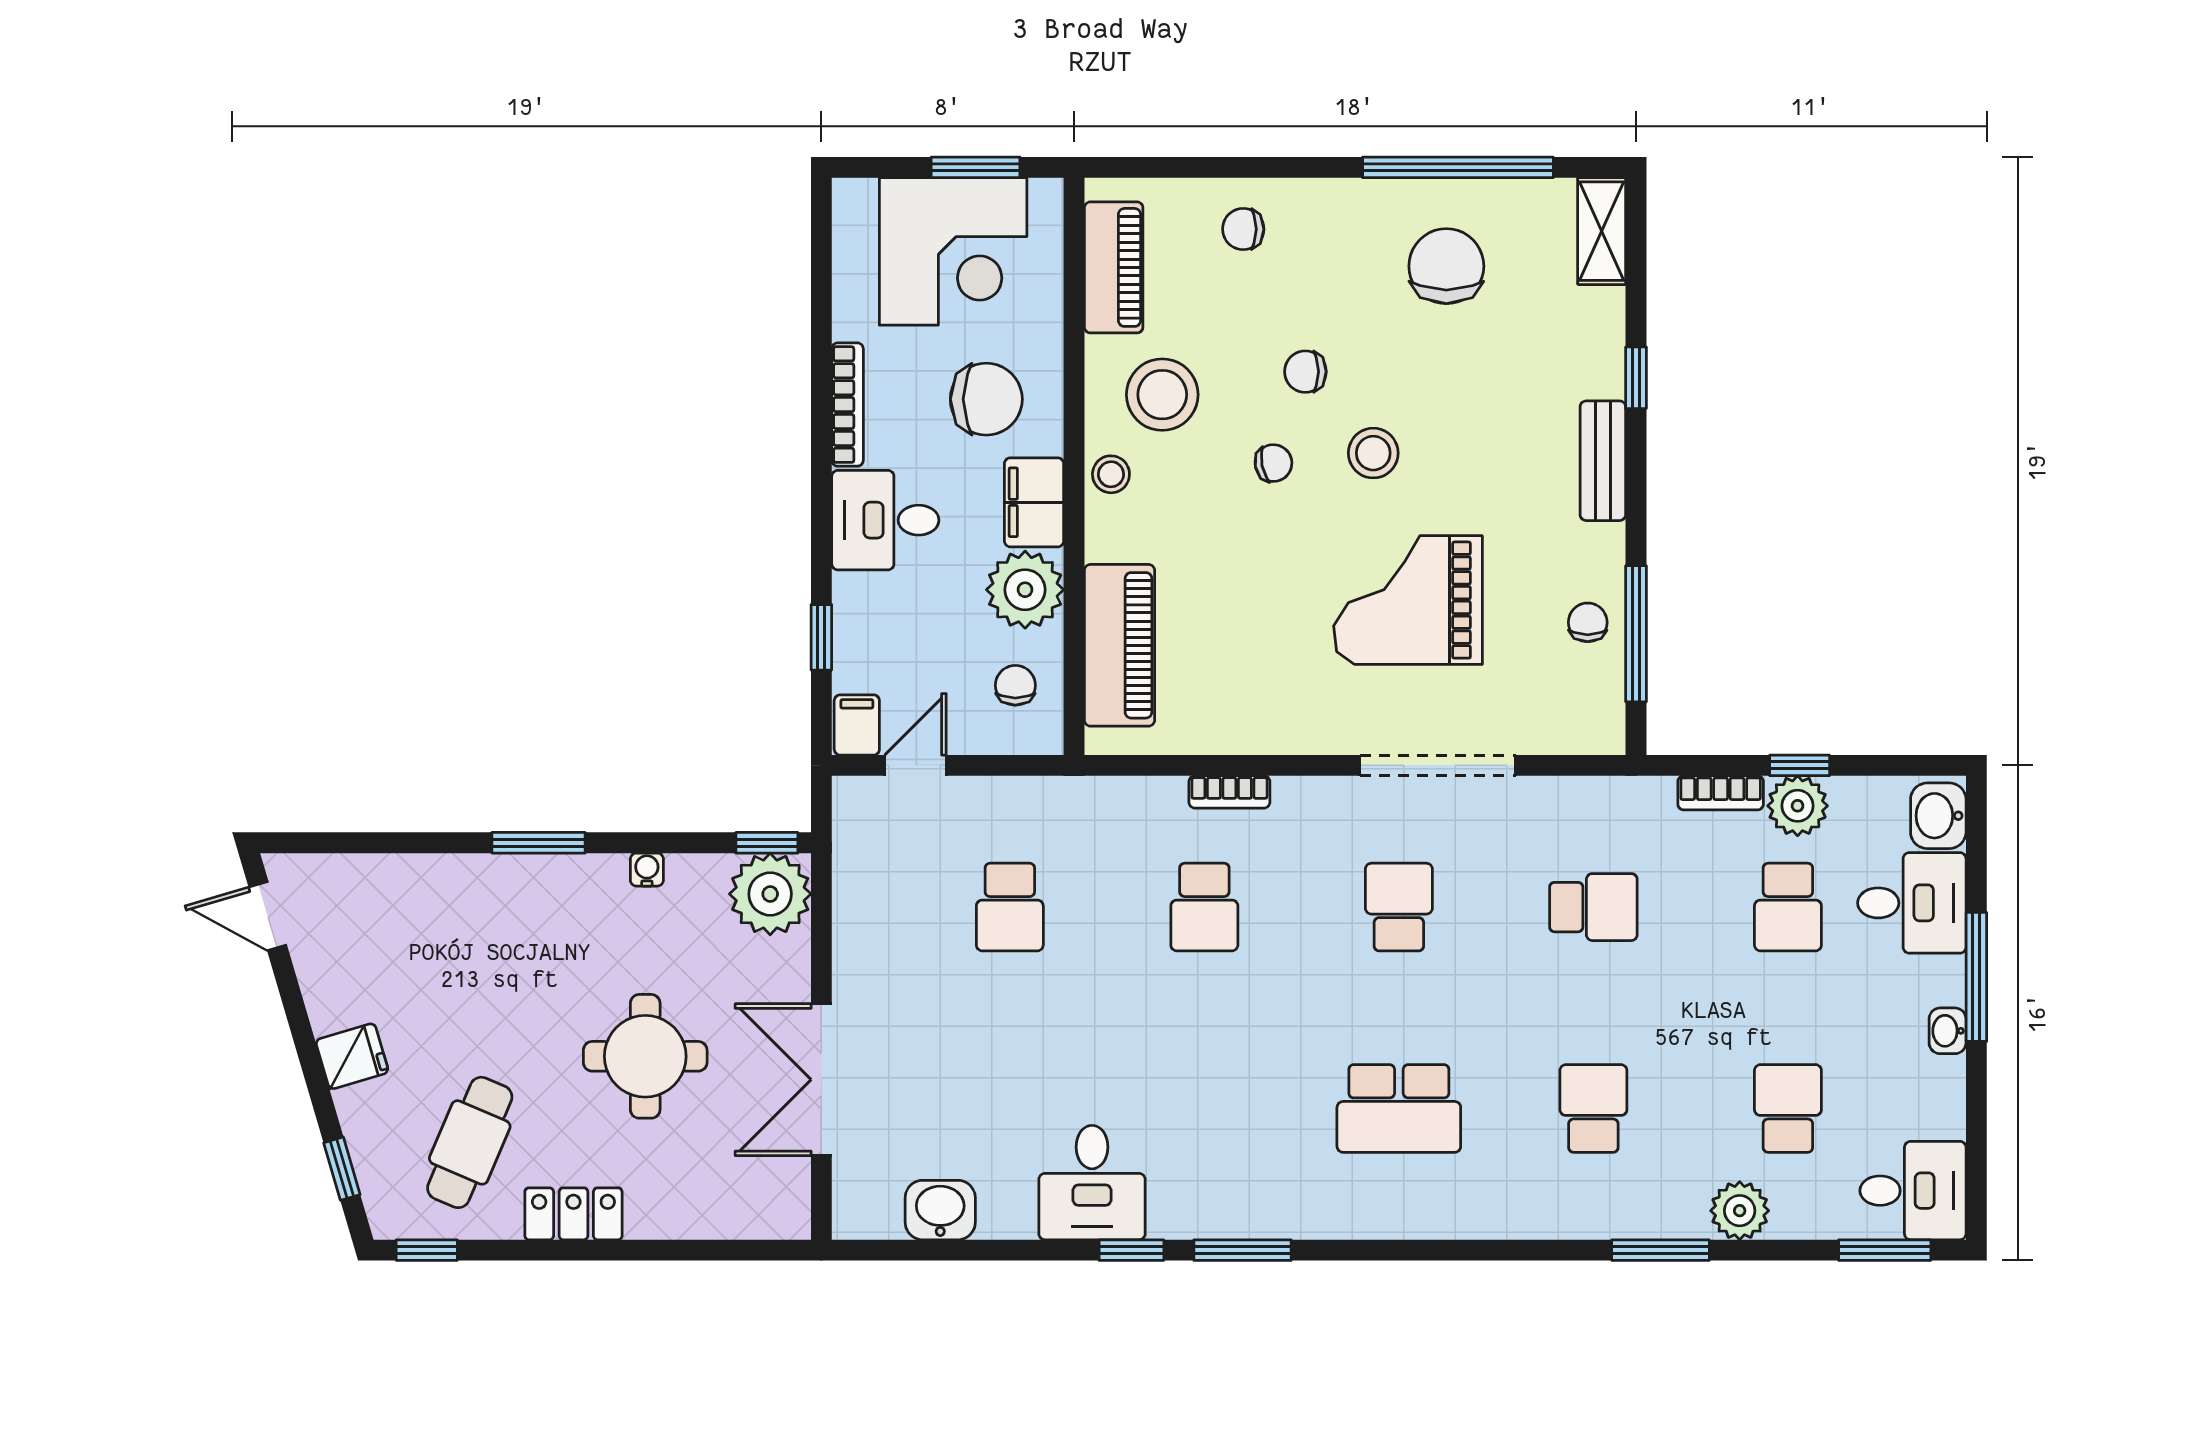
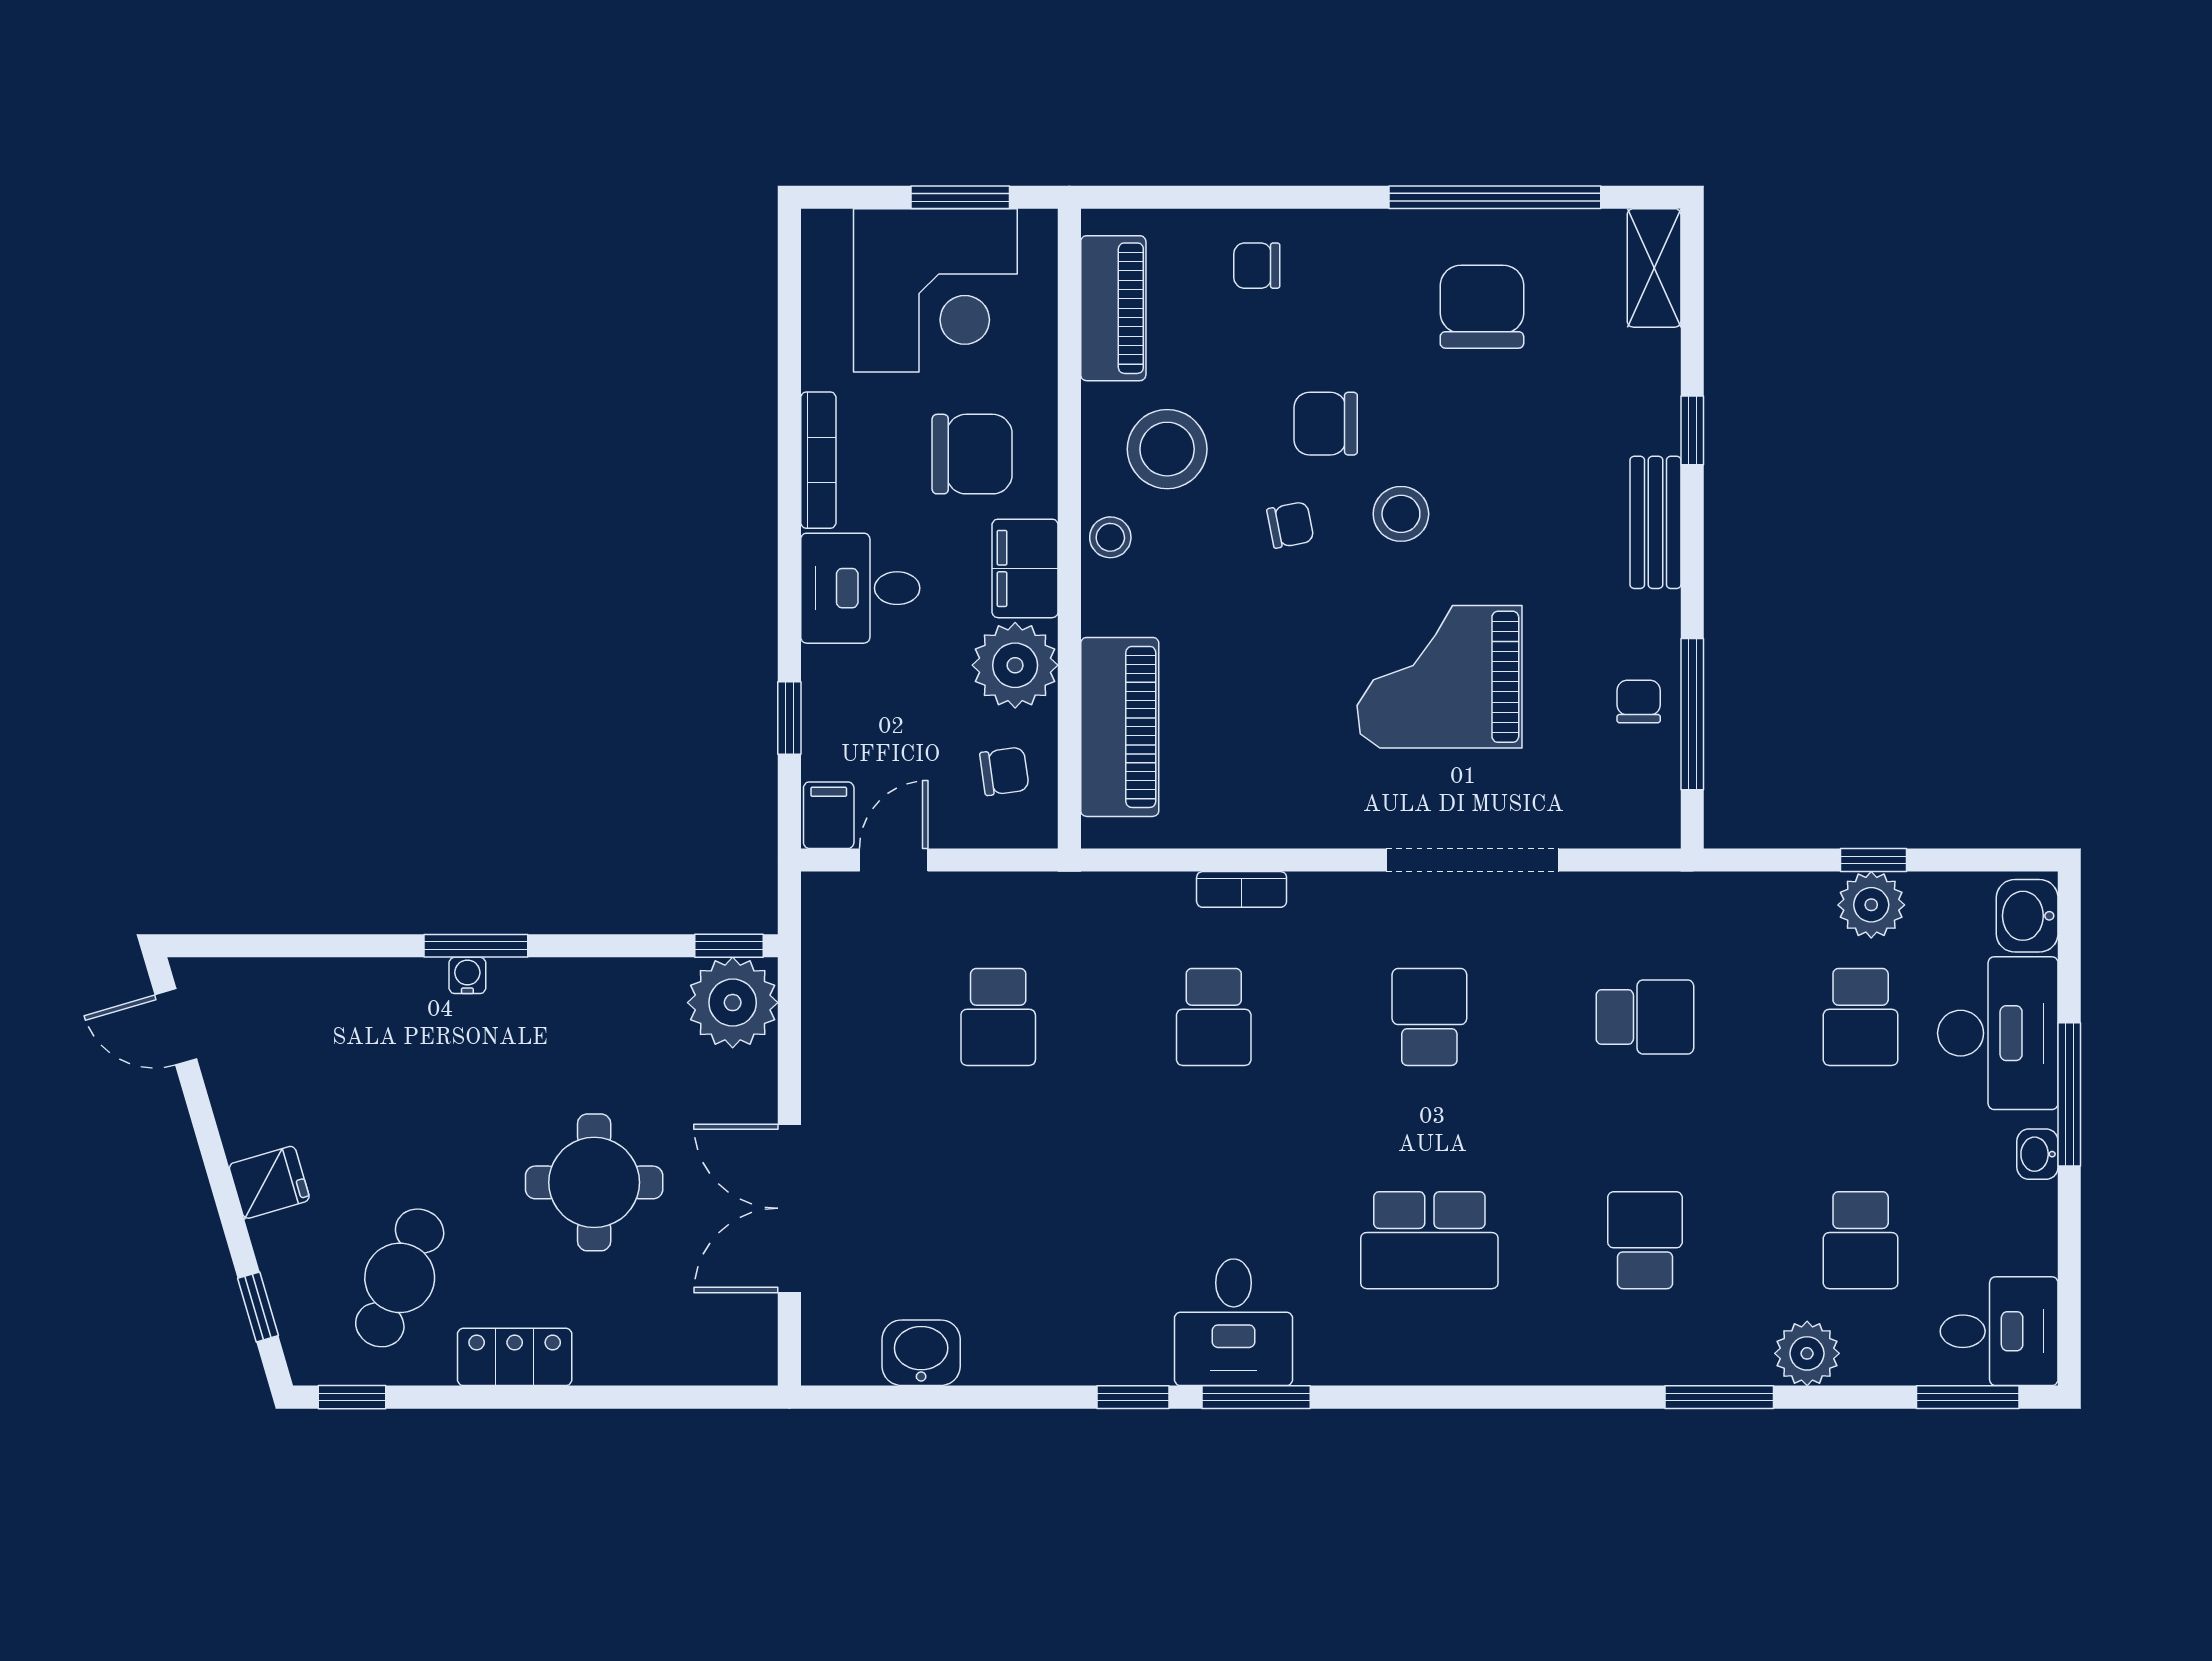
chair: (1305, 372) -> (1326, 424), width x1.37, depth x1.37
chair: (1015, 685) -> (1004, 771), turned 82
bookcase: (1721, 793) -> (1786, 890), removed
water cooler: (647, 870) -> (467, 975), moved
desk: (1912, 903) -> (1998, 1033), width x1.37
school desk: (1788, 1108) -> (1861, 1240), turned 180
desk: (1092, 1183) -> (1234, 1322), moved

